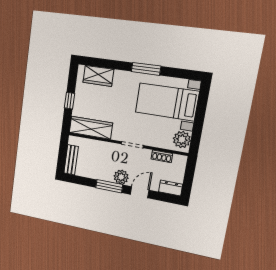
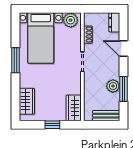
wardrobe: (91, 128) -> (74, 108), width x0.67
plant: (121, 177) -> (113, 86), moved
window: (109, 186) -> (124, 89), moved

